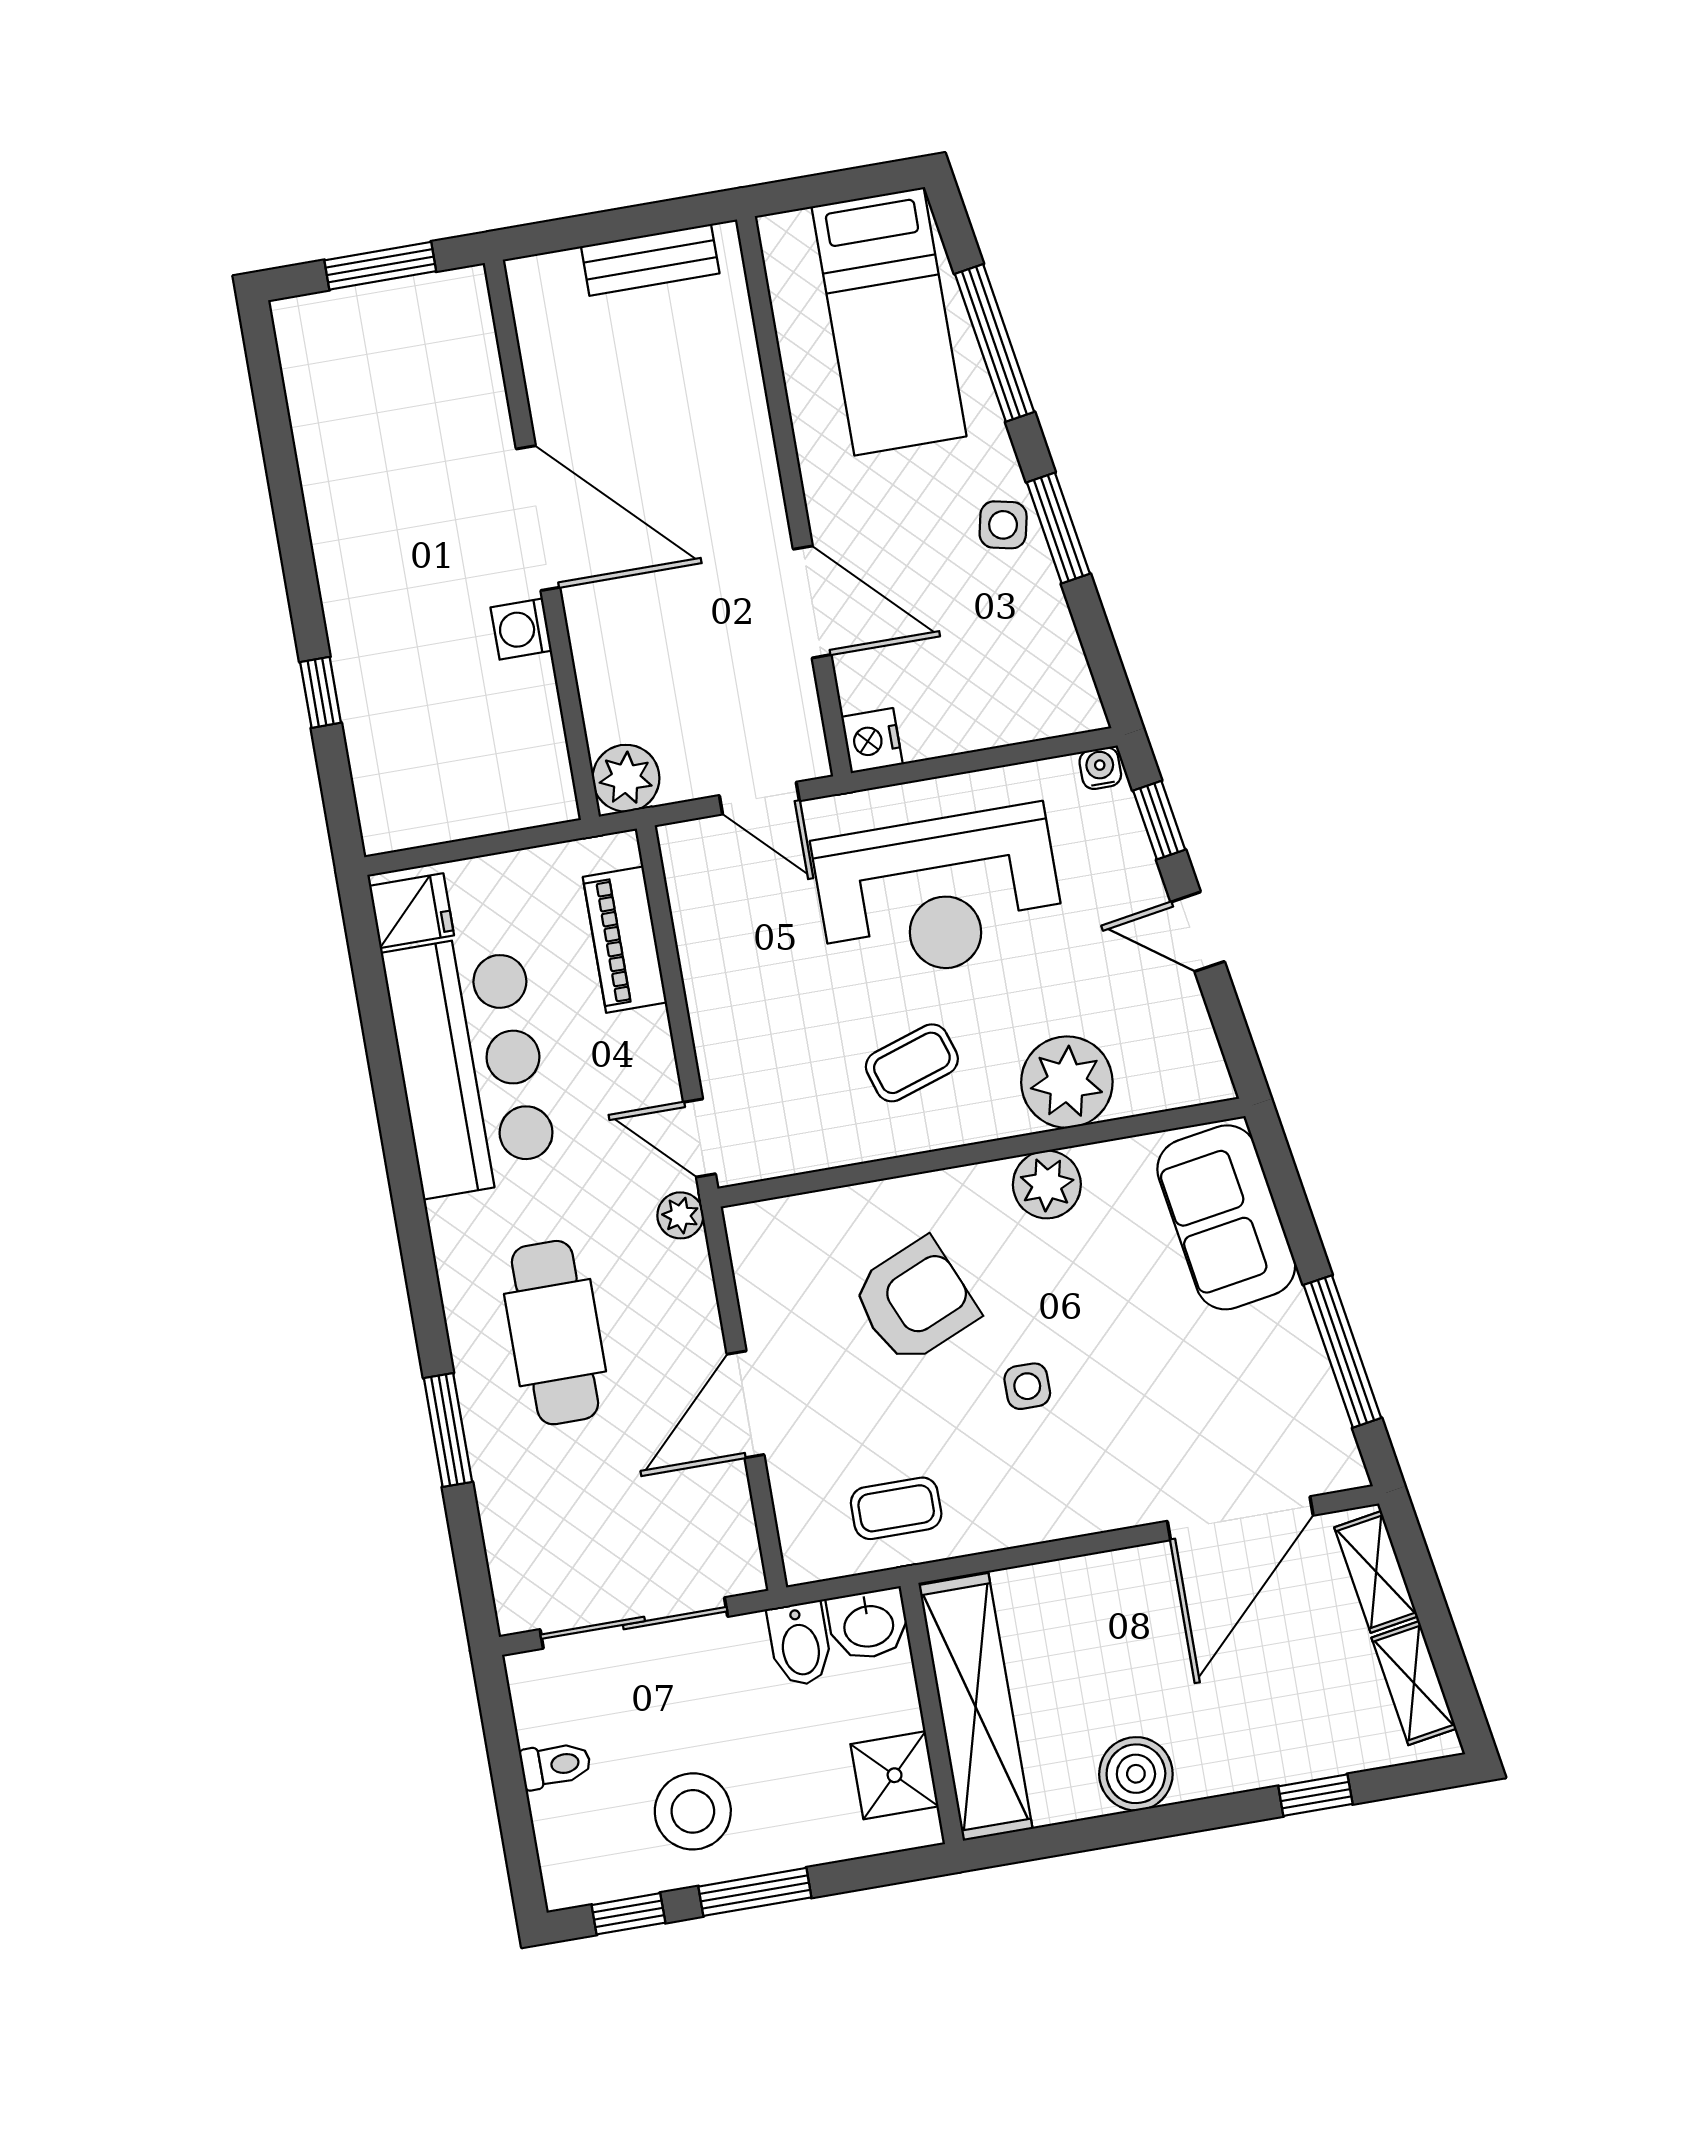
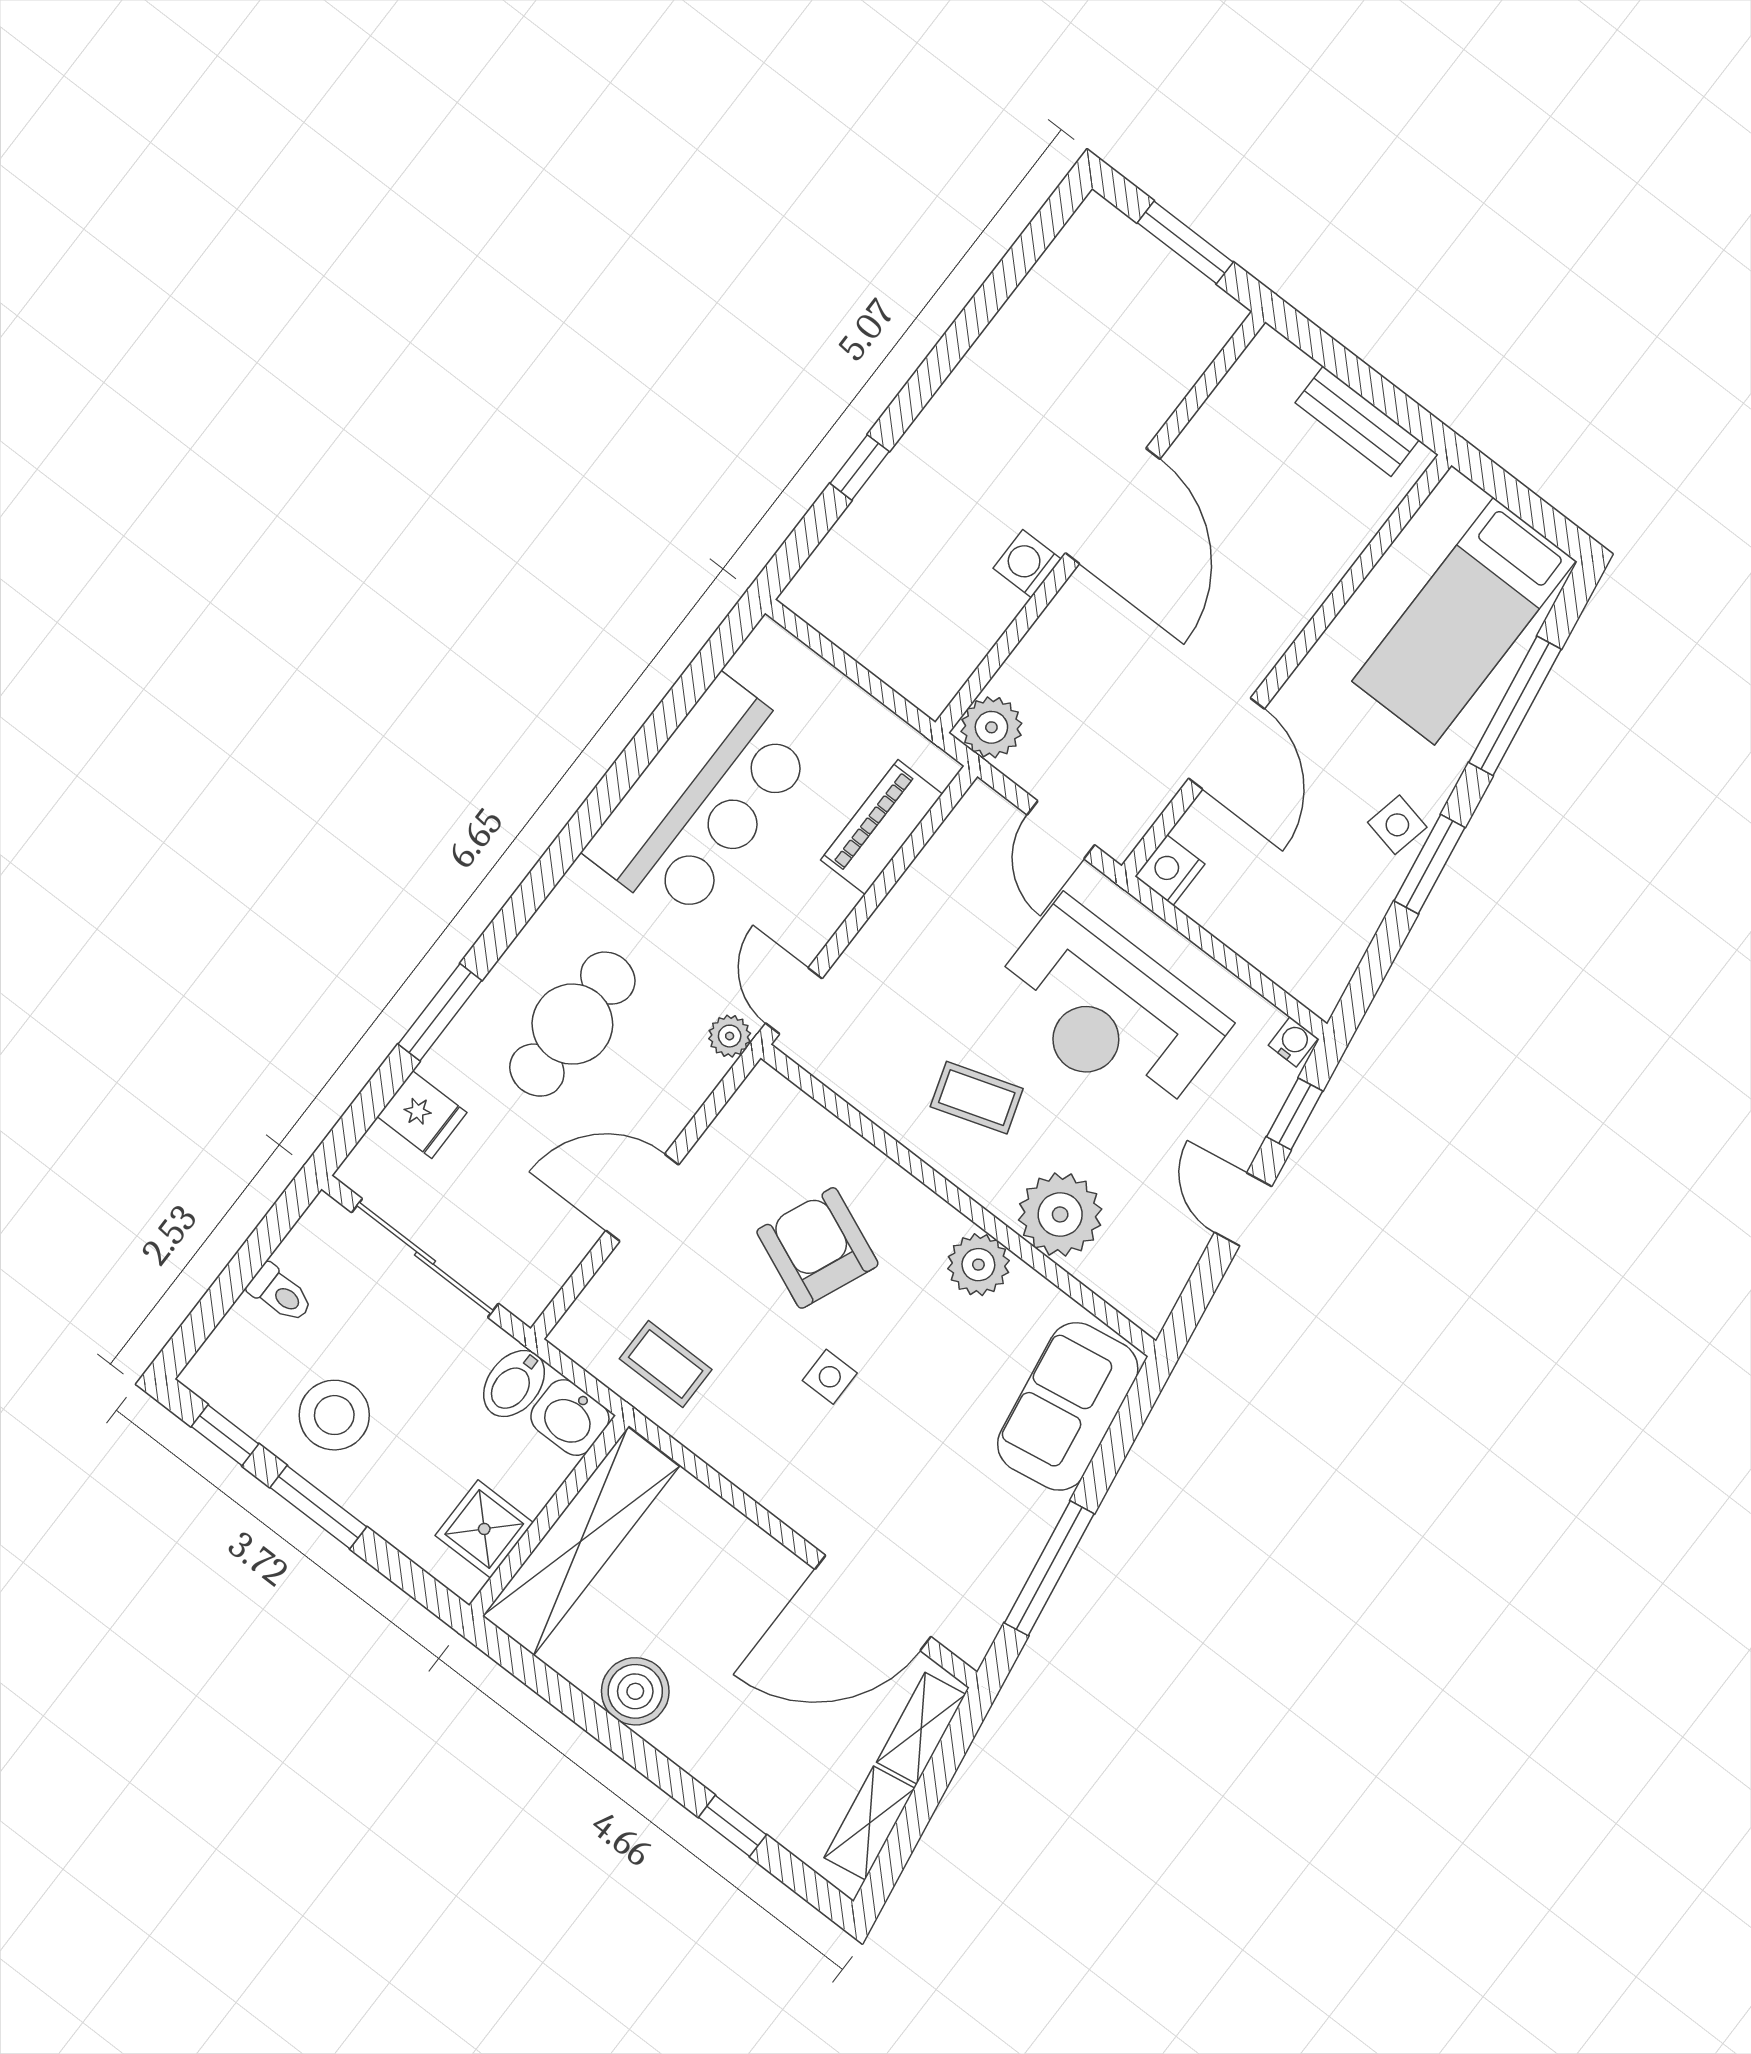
fridge: (412, 911) -> (422, 1115), moved
armchair: (915, 1301) -> (817, 1248), turned -134

